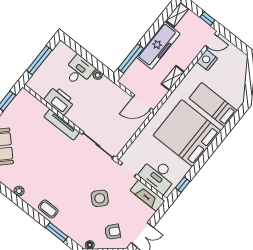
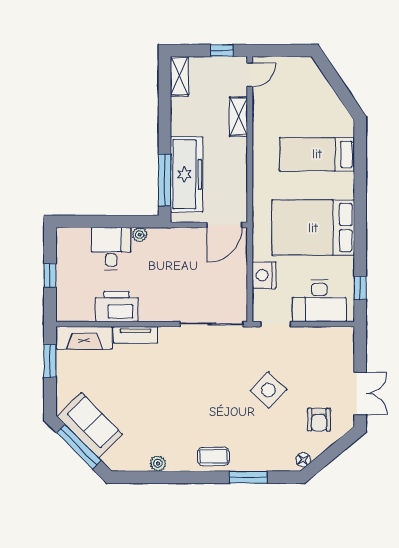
freezer: (158, 45) -> (187, 174), moved
window: (39, 60) -> (50, 275), width x0.46
nightstand: (207, 60) -> (264, 275), moved
shelving: (173, 78) -> (239, 117), moved
tv unit: (62, 125) -> (135, 335), width x0.71
bed: (187, 133) -> (313, 228), width x0.73
fireplace: (147, 196) -> (84, 338), moved
armchair: (113, 232) -> (319, 420), turned 139

